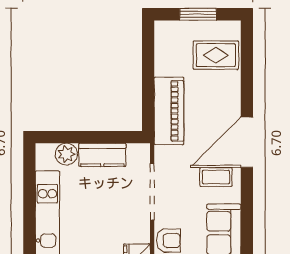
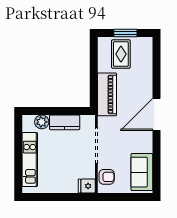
rug: (216, 55) -> (121, 54), moved, turned 90
coffee table: (216, 177) -> (137, 136), removed

